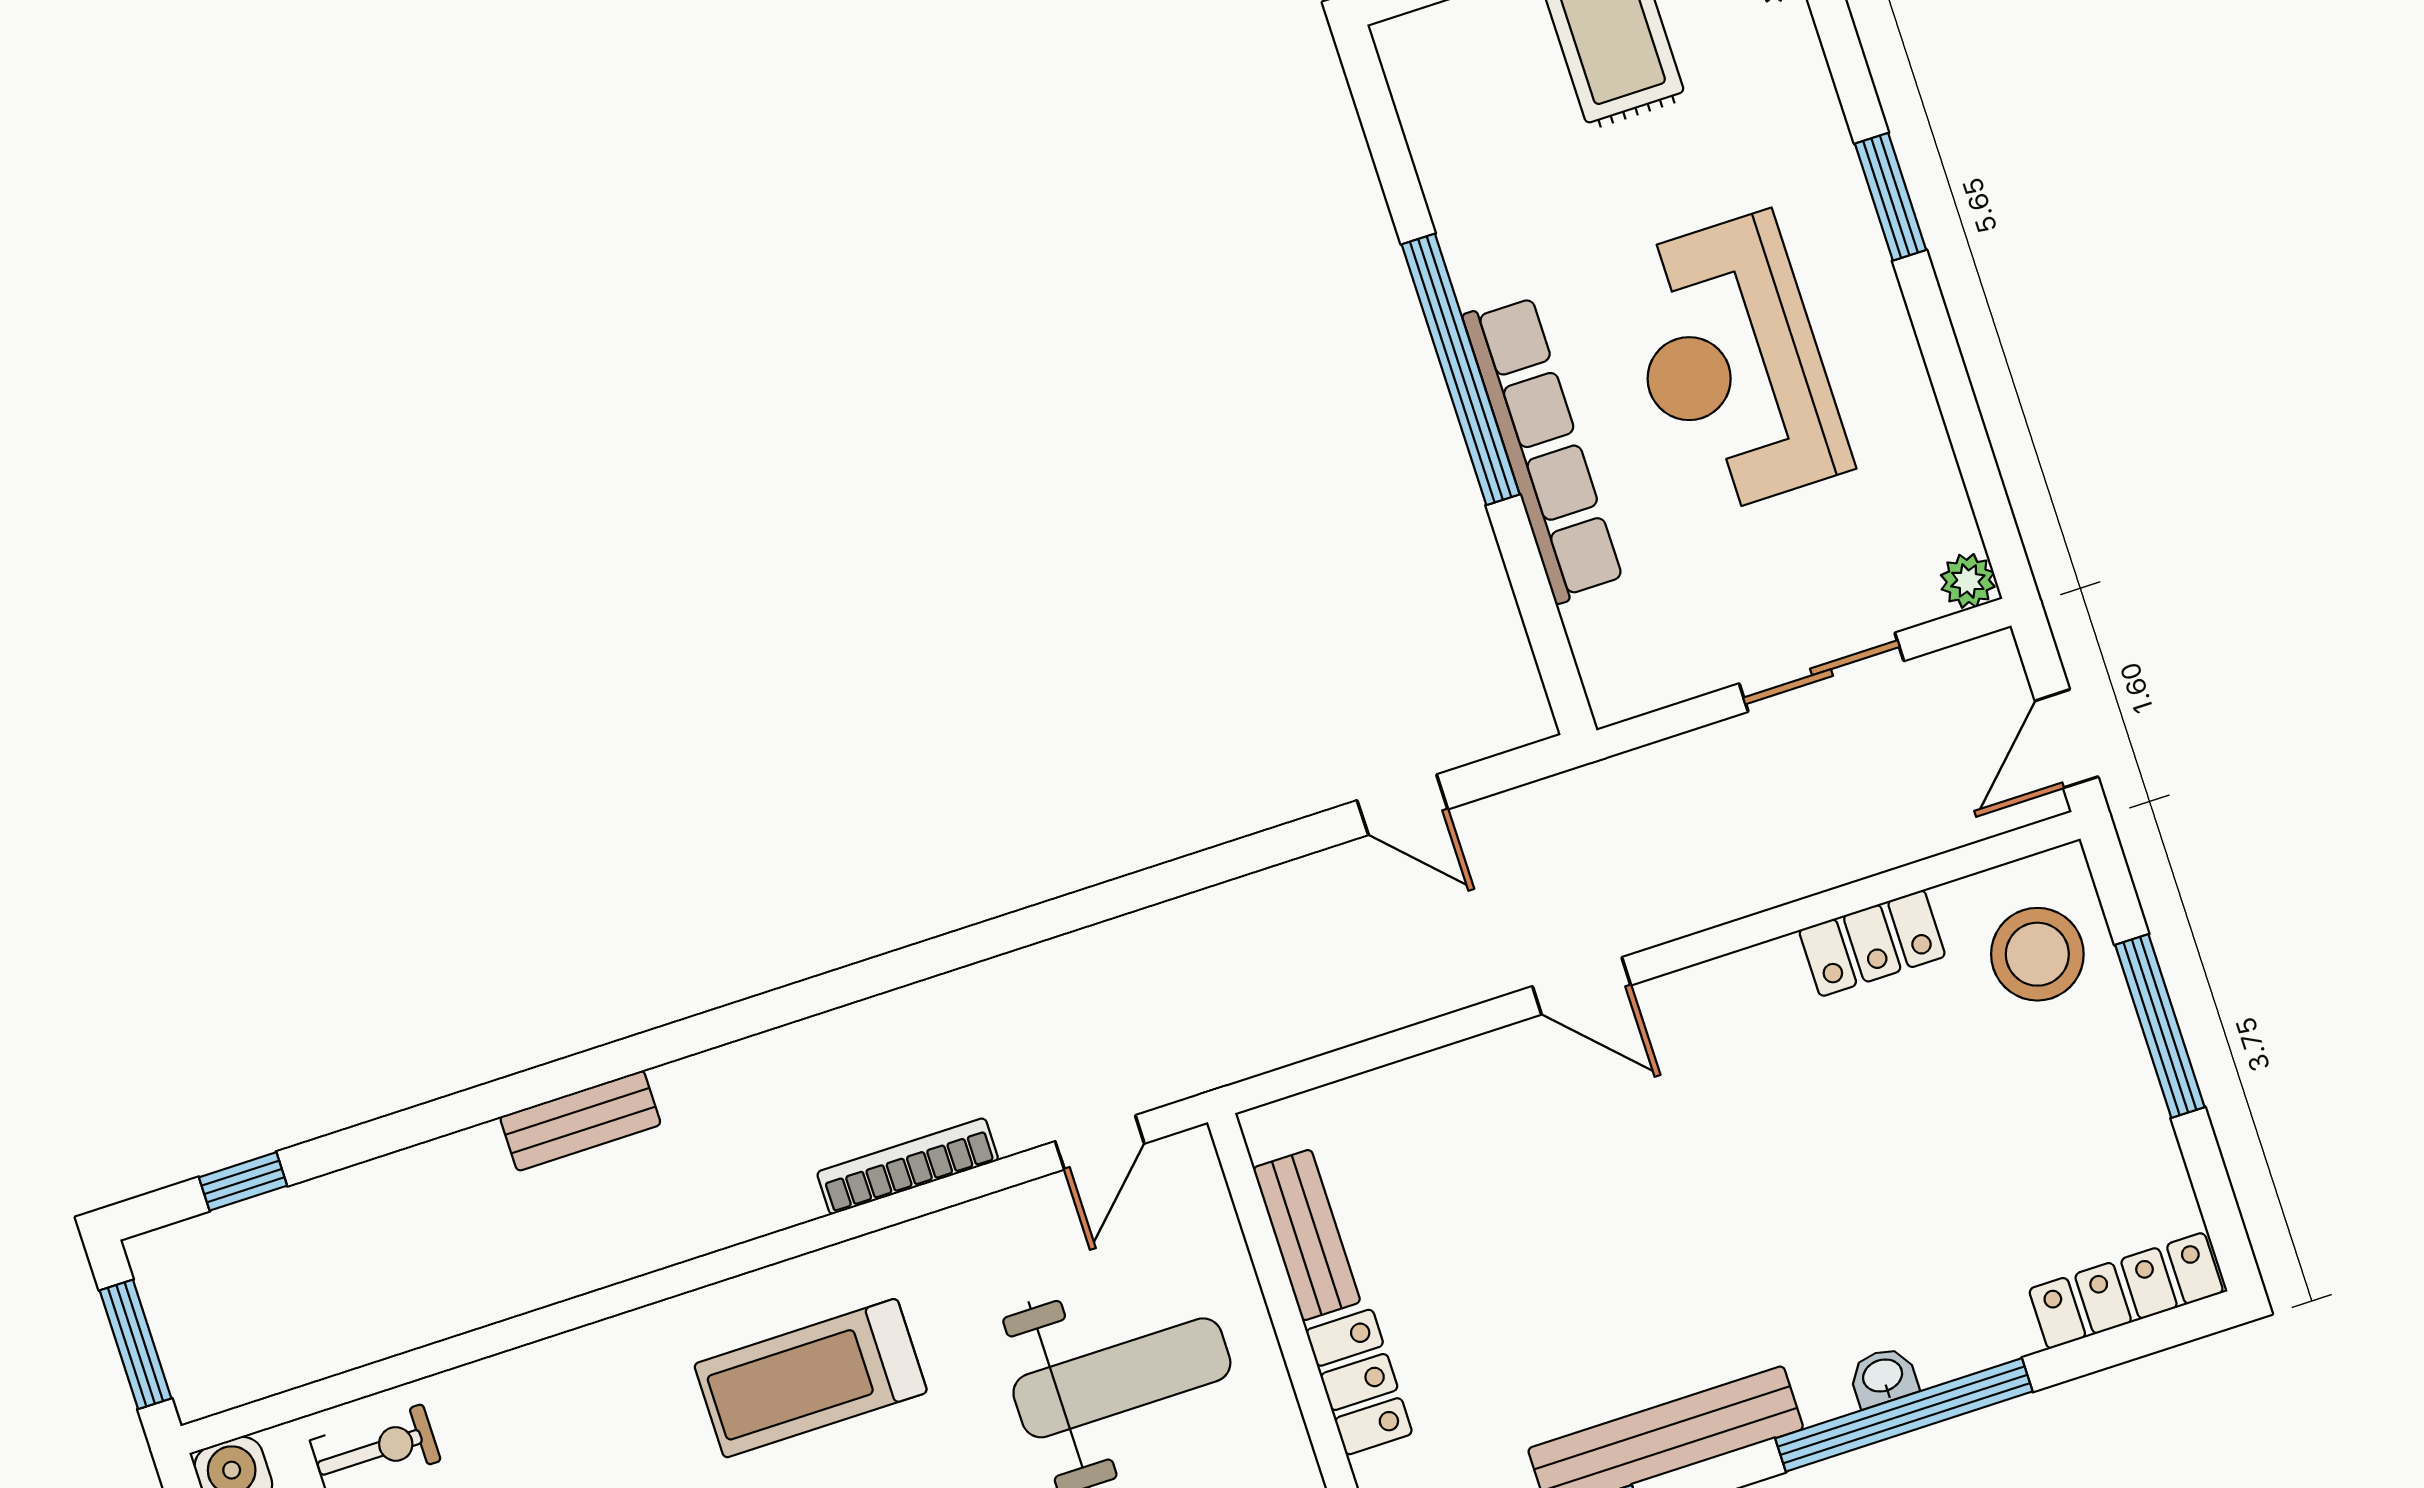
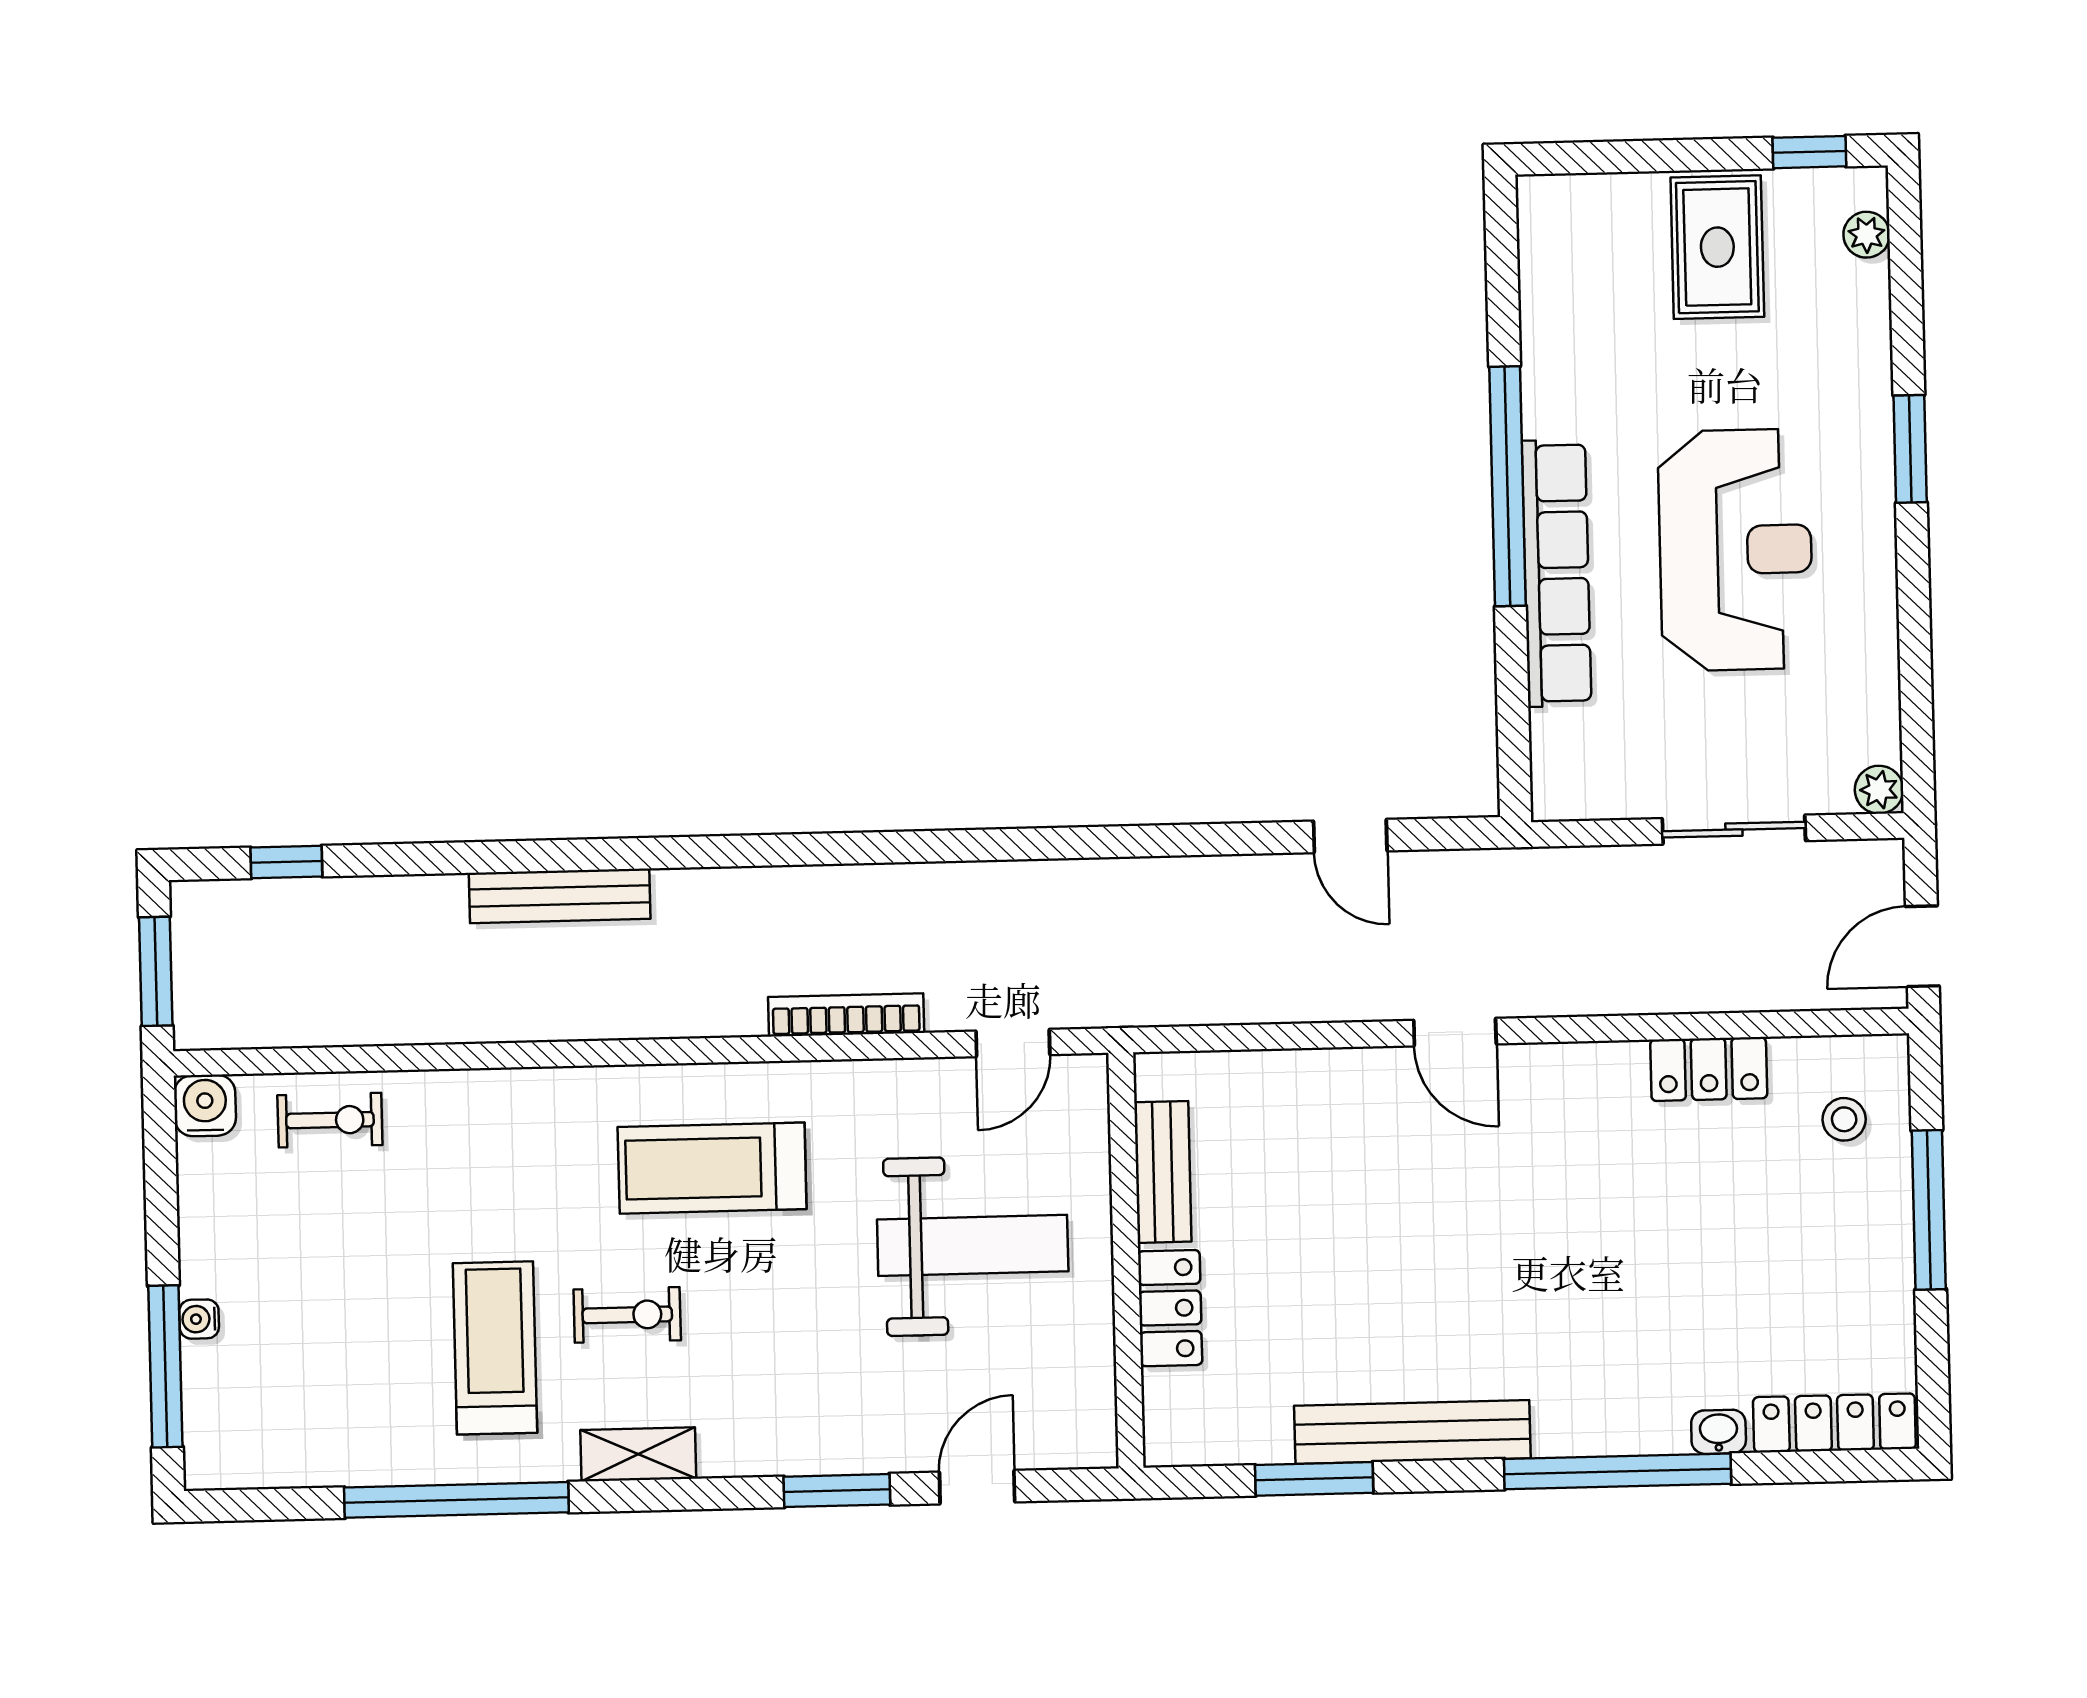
reception desk: (1732, 365) -> (1736, 550), turned 180
stool: (2037, 954) -> (1844, 1119), width x0.53, depth x0.53
bench: (580, 1121) -> (560, 896), width x1.36
washbasin: (1883, 1377) -> (1719, 1432), moved

